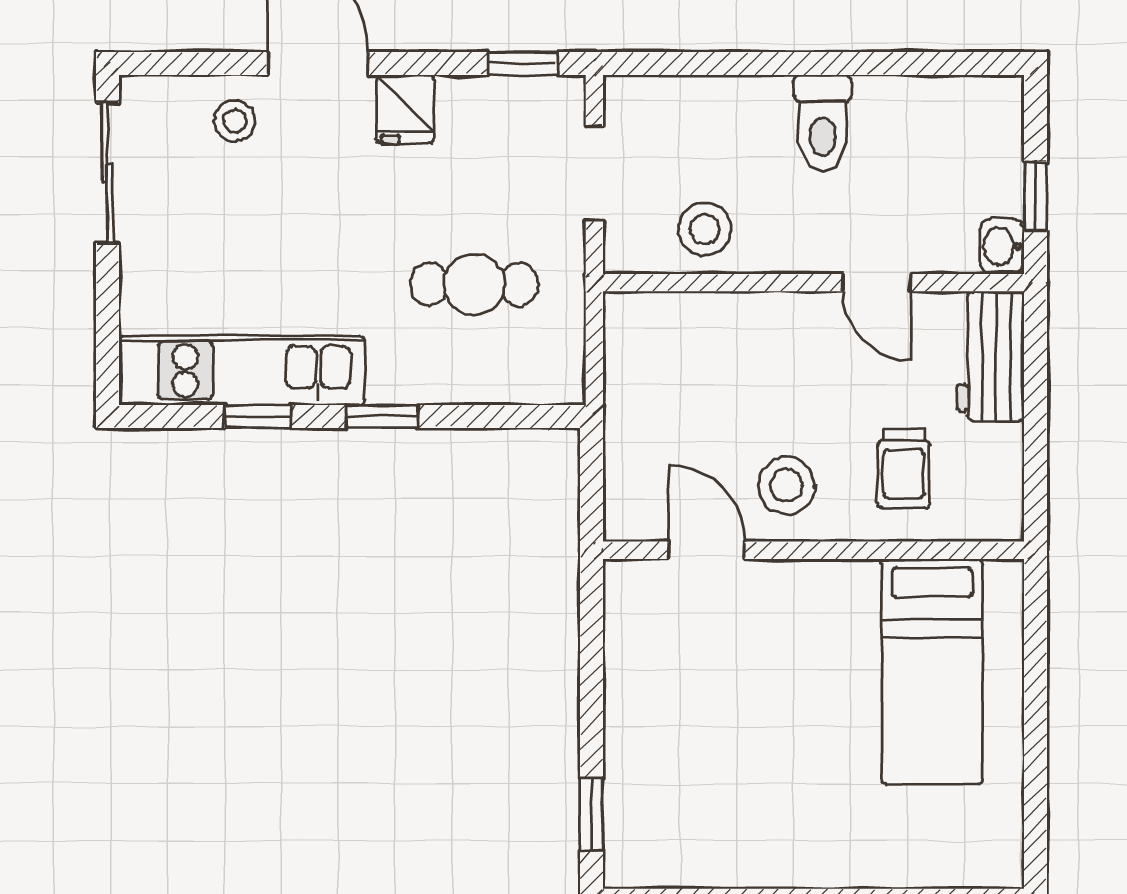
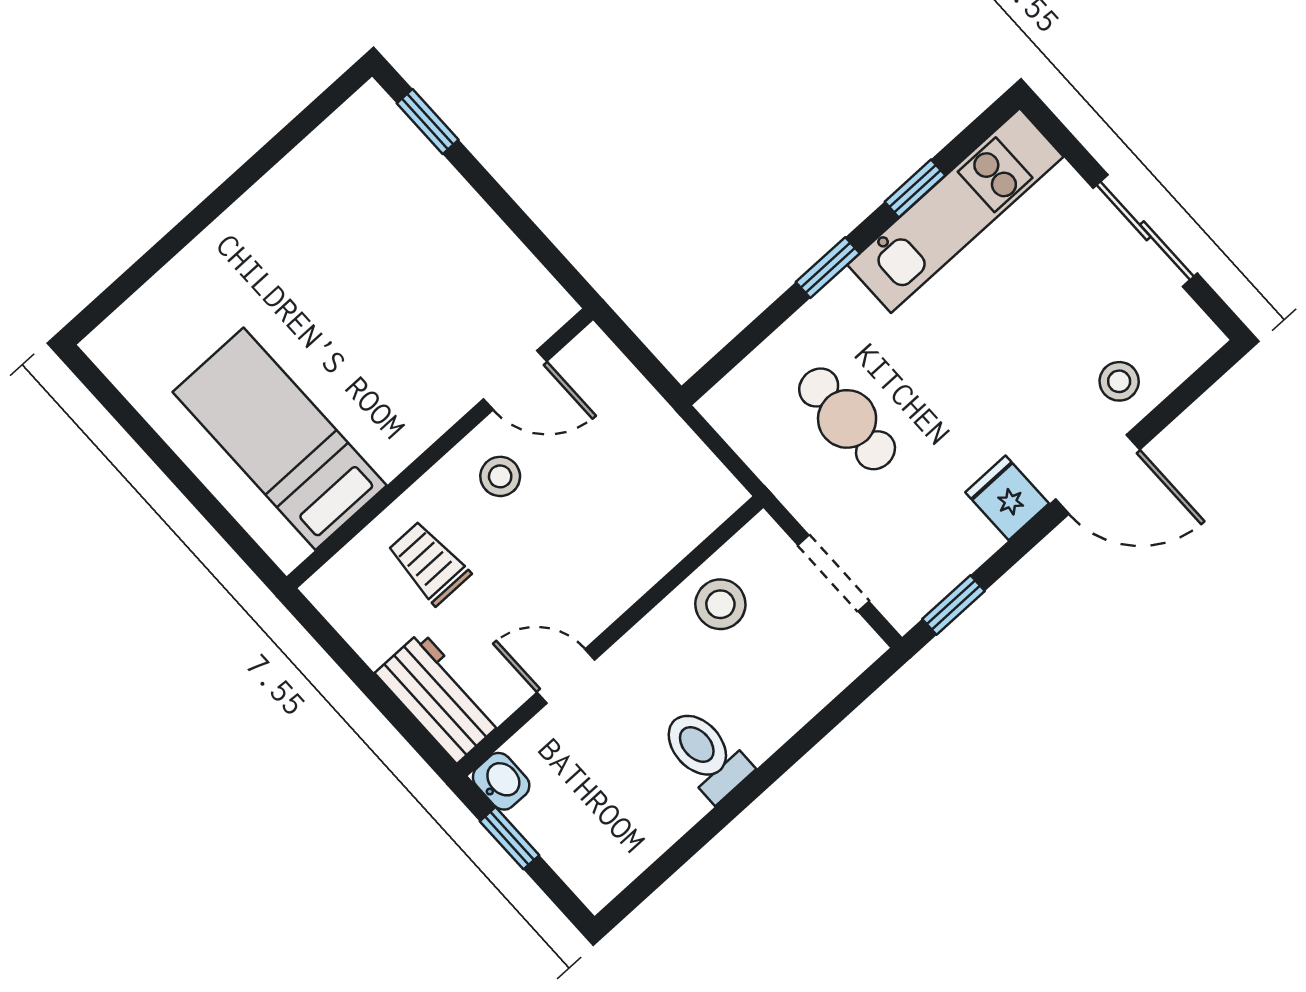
sliding door: (108, 173) -> (1145, 231), moved
cafe table: (474, 284) -> (847, 419), turned 90
stool: (786, 486) -> (500, 476), width x0.73, depth x0.73

